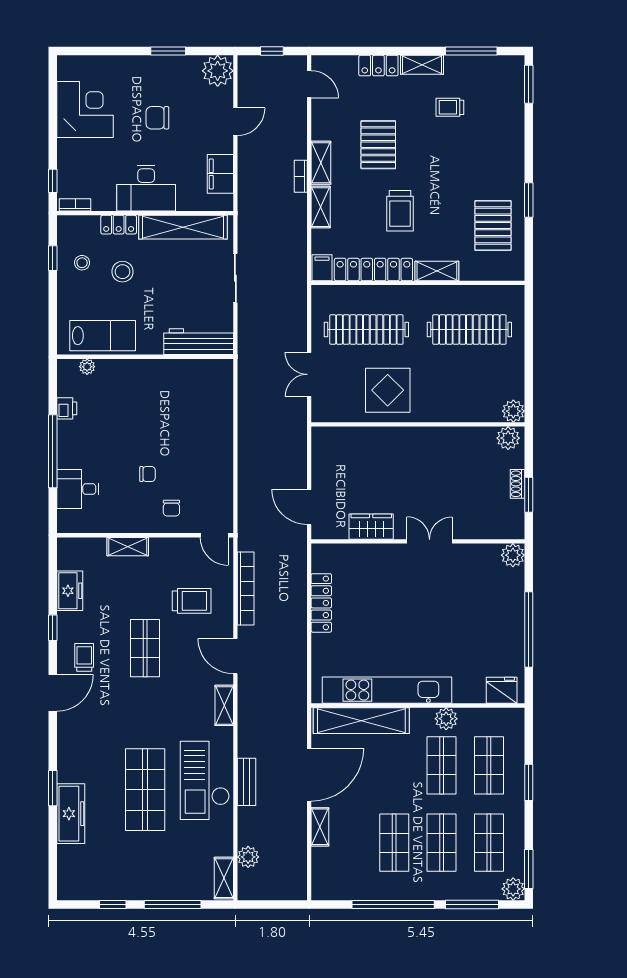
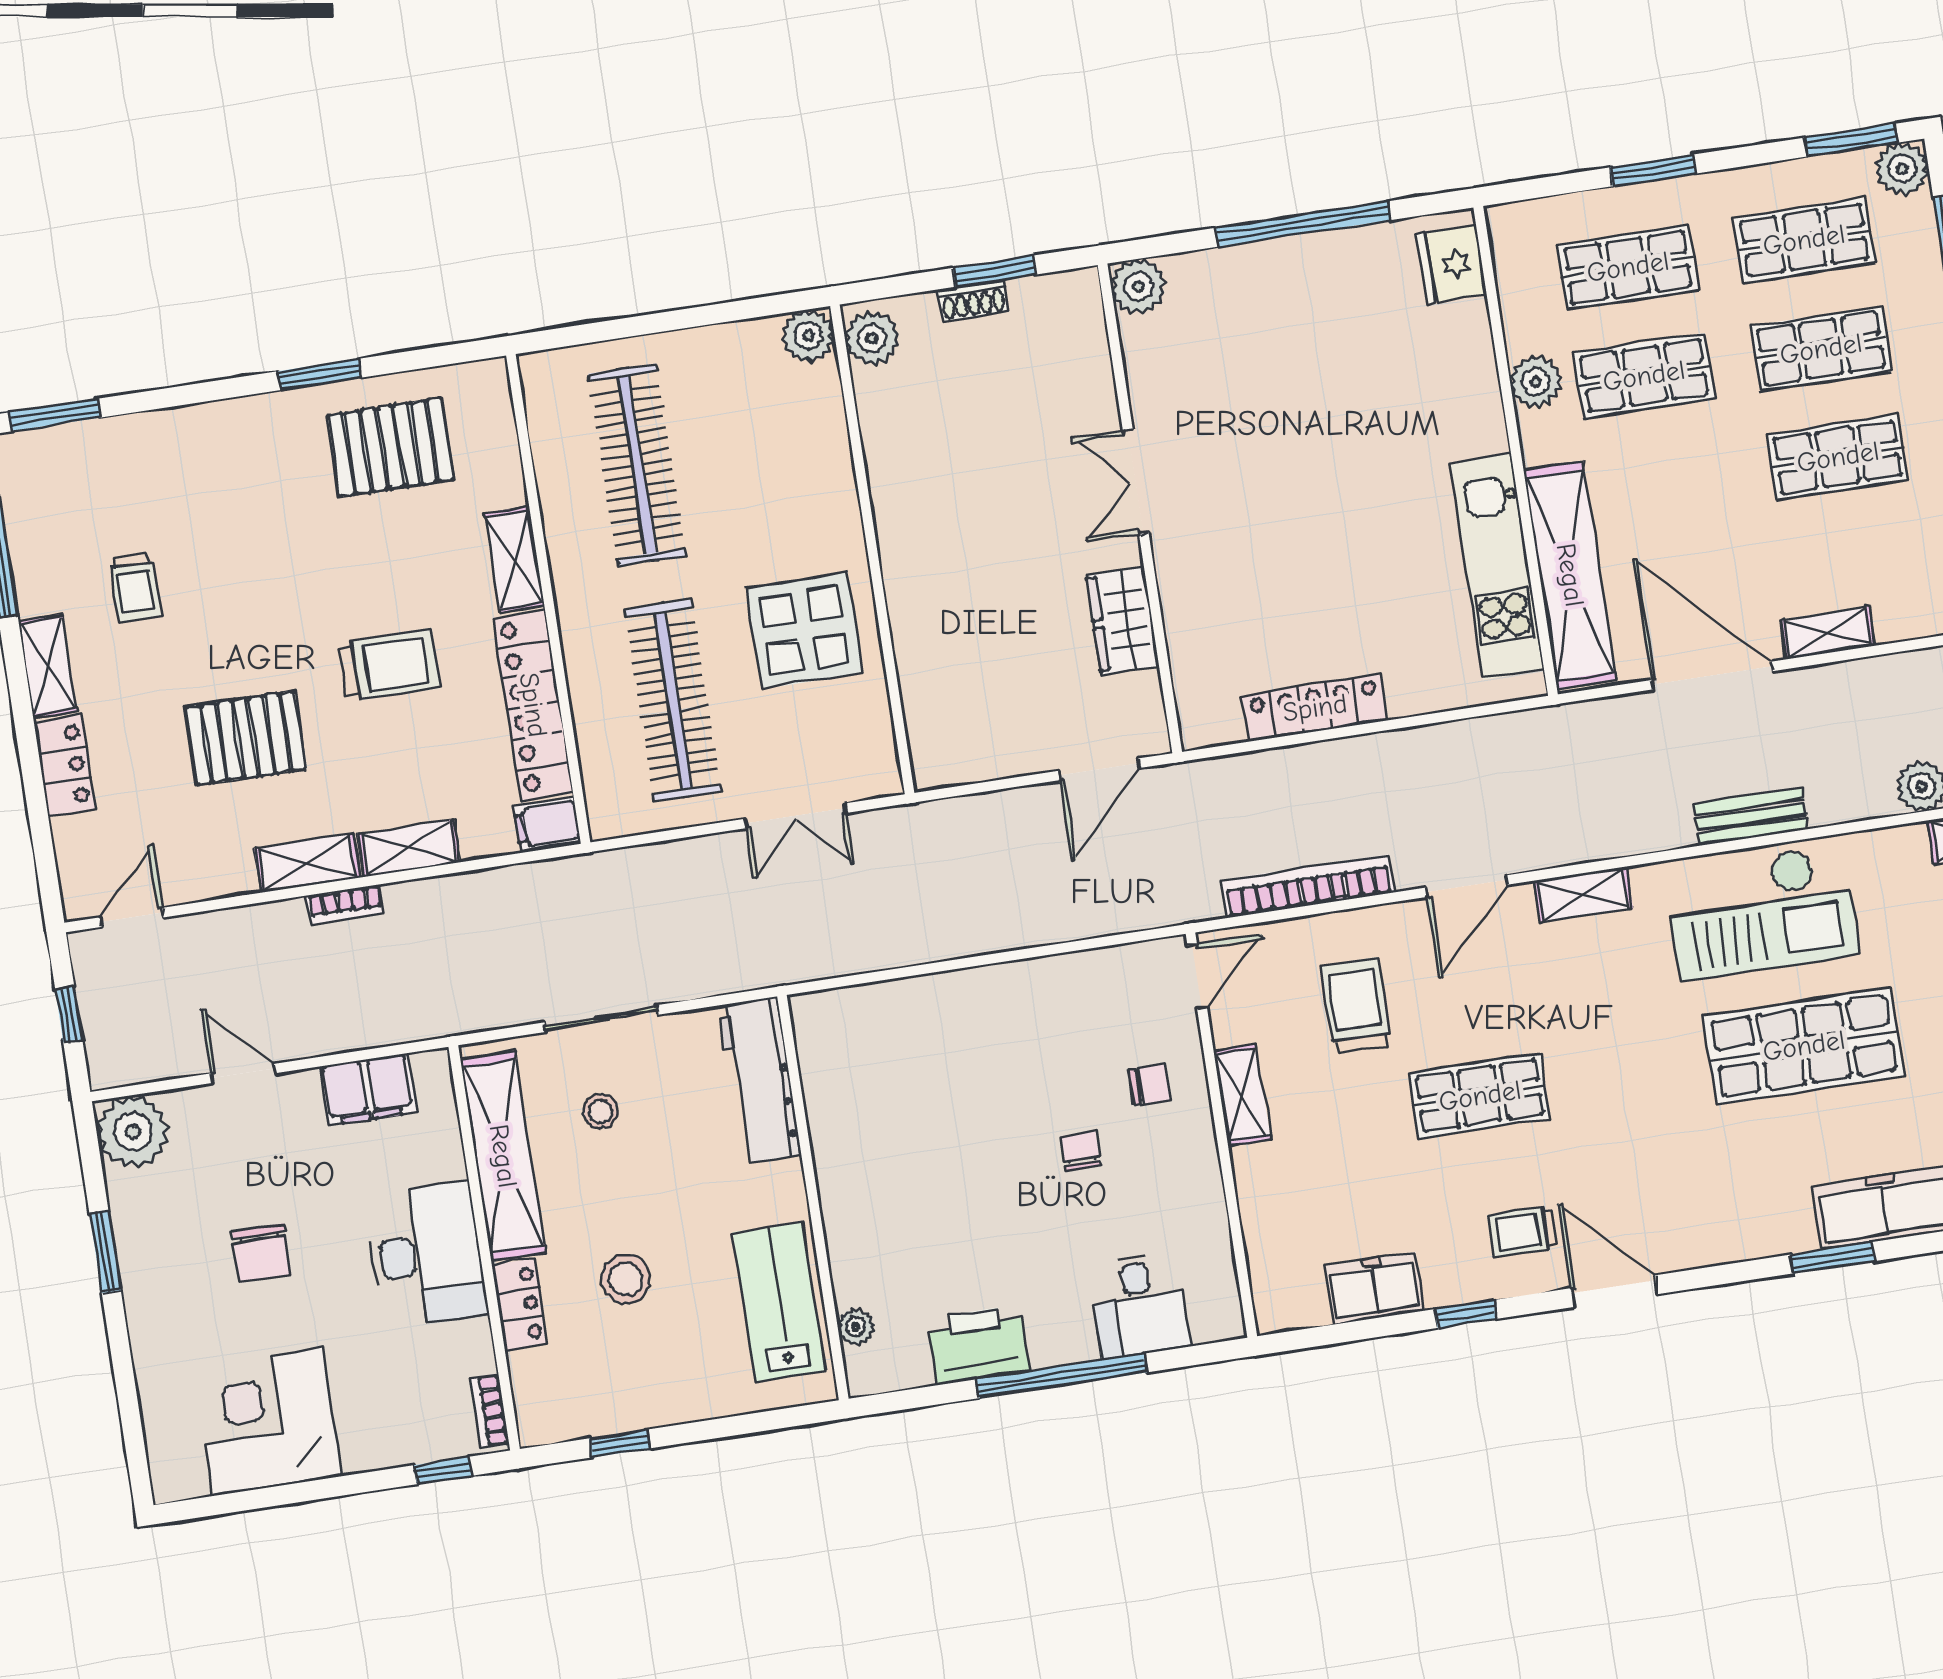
stool: (82, 263) -> (601, 1111), moved
printer: (67, 408) -> (978, 1345), width x1.87, depth x1.48
shelving: (128, 547) -> (1242, 1095), moved
kitchen unit: (387, 690) -> (1497, 566), width x0.73

